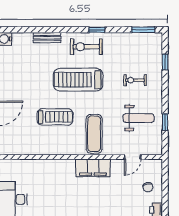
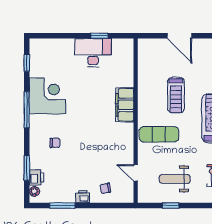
weight bench: (138, 118) -> (175, 179), turned 90
filing cabinet: (93, 168) -> (125, 105), moved

